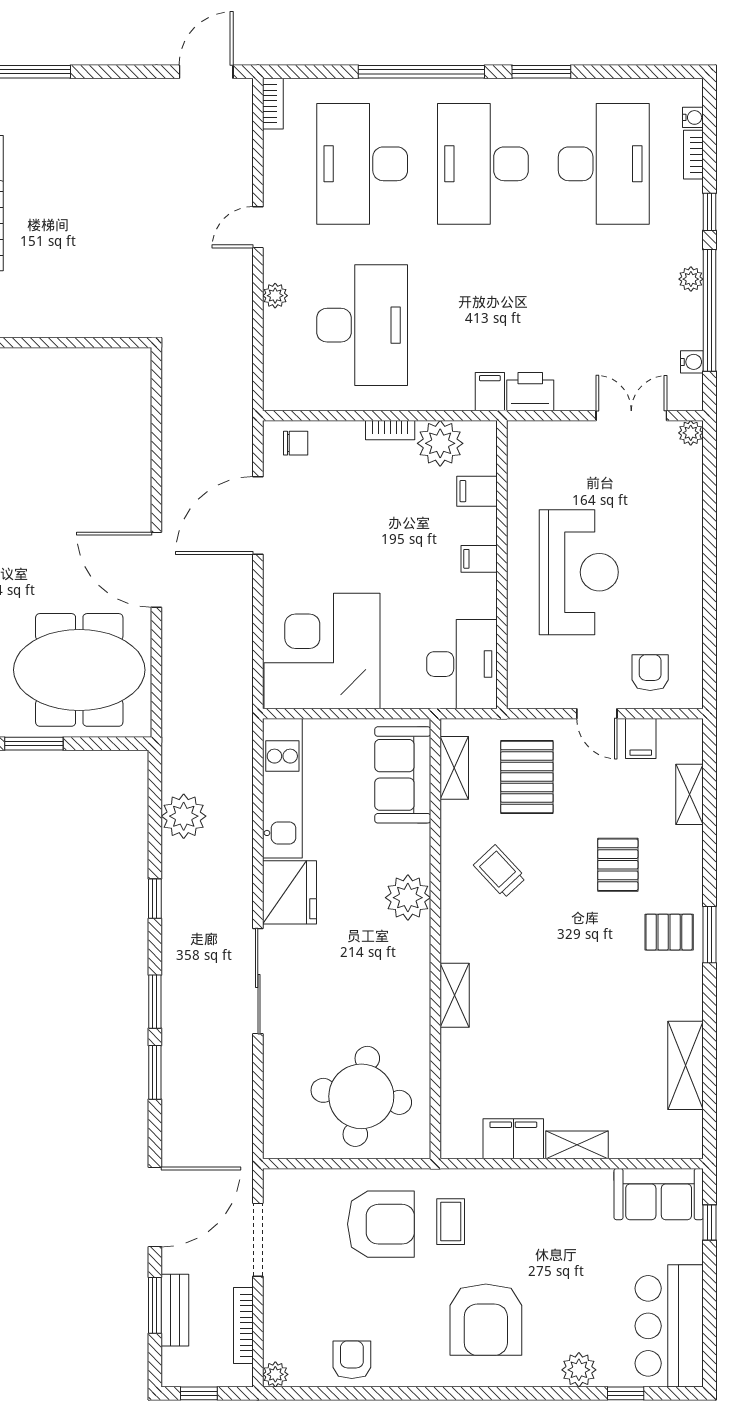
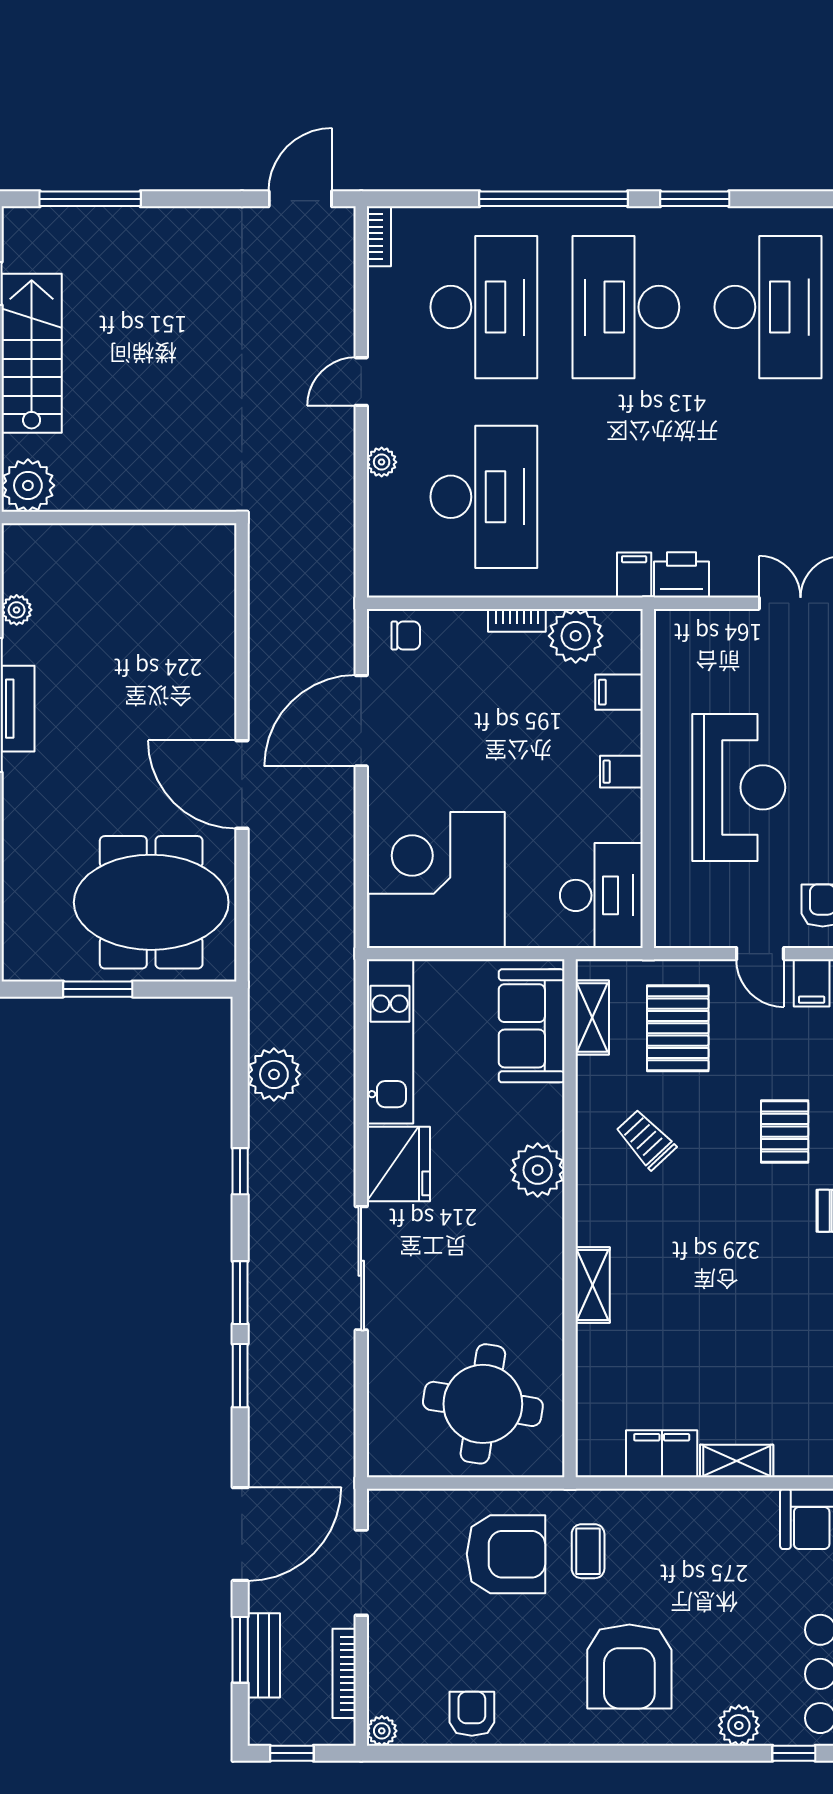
desk: (362, 164) -> (484, 307), turned 180

